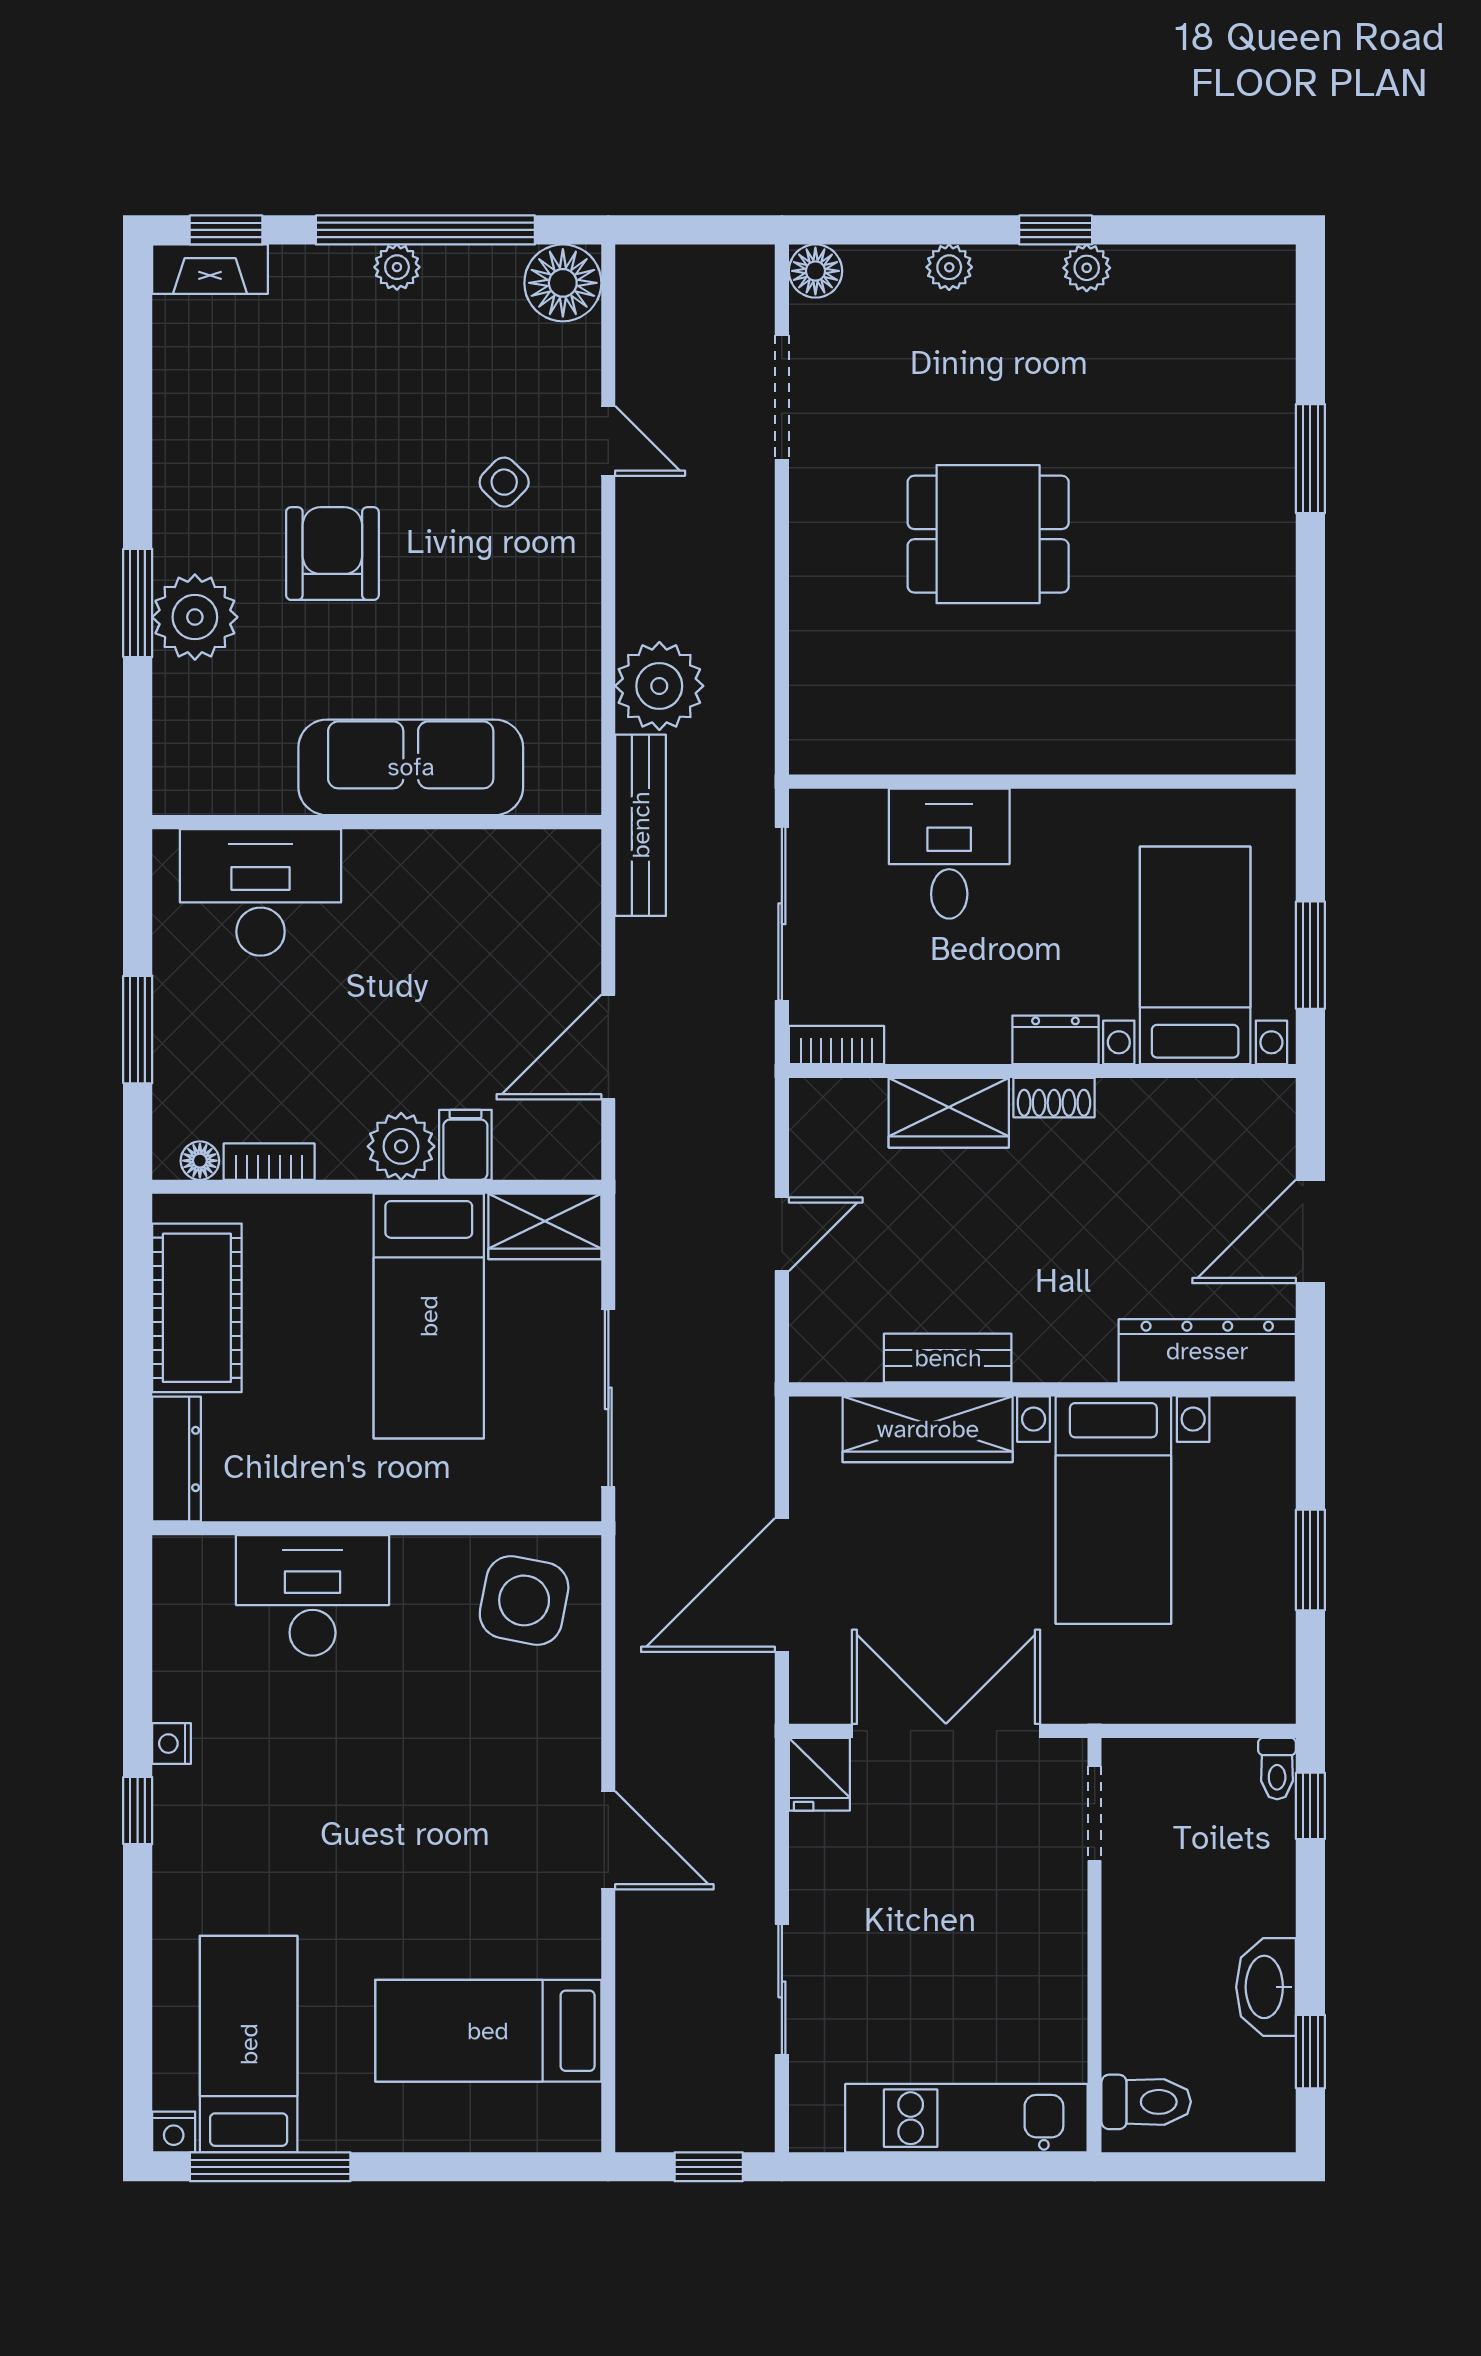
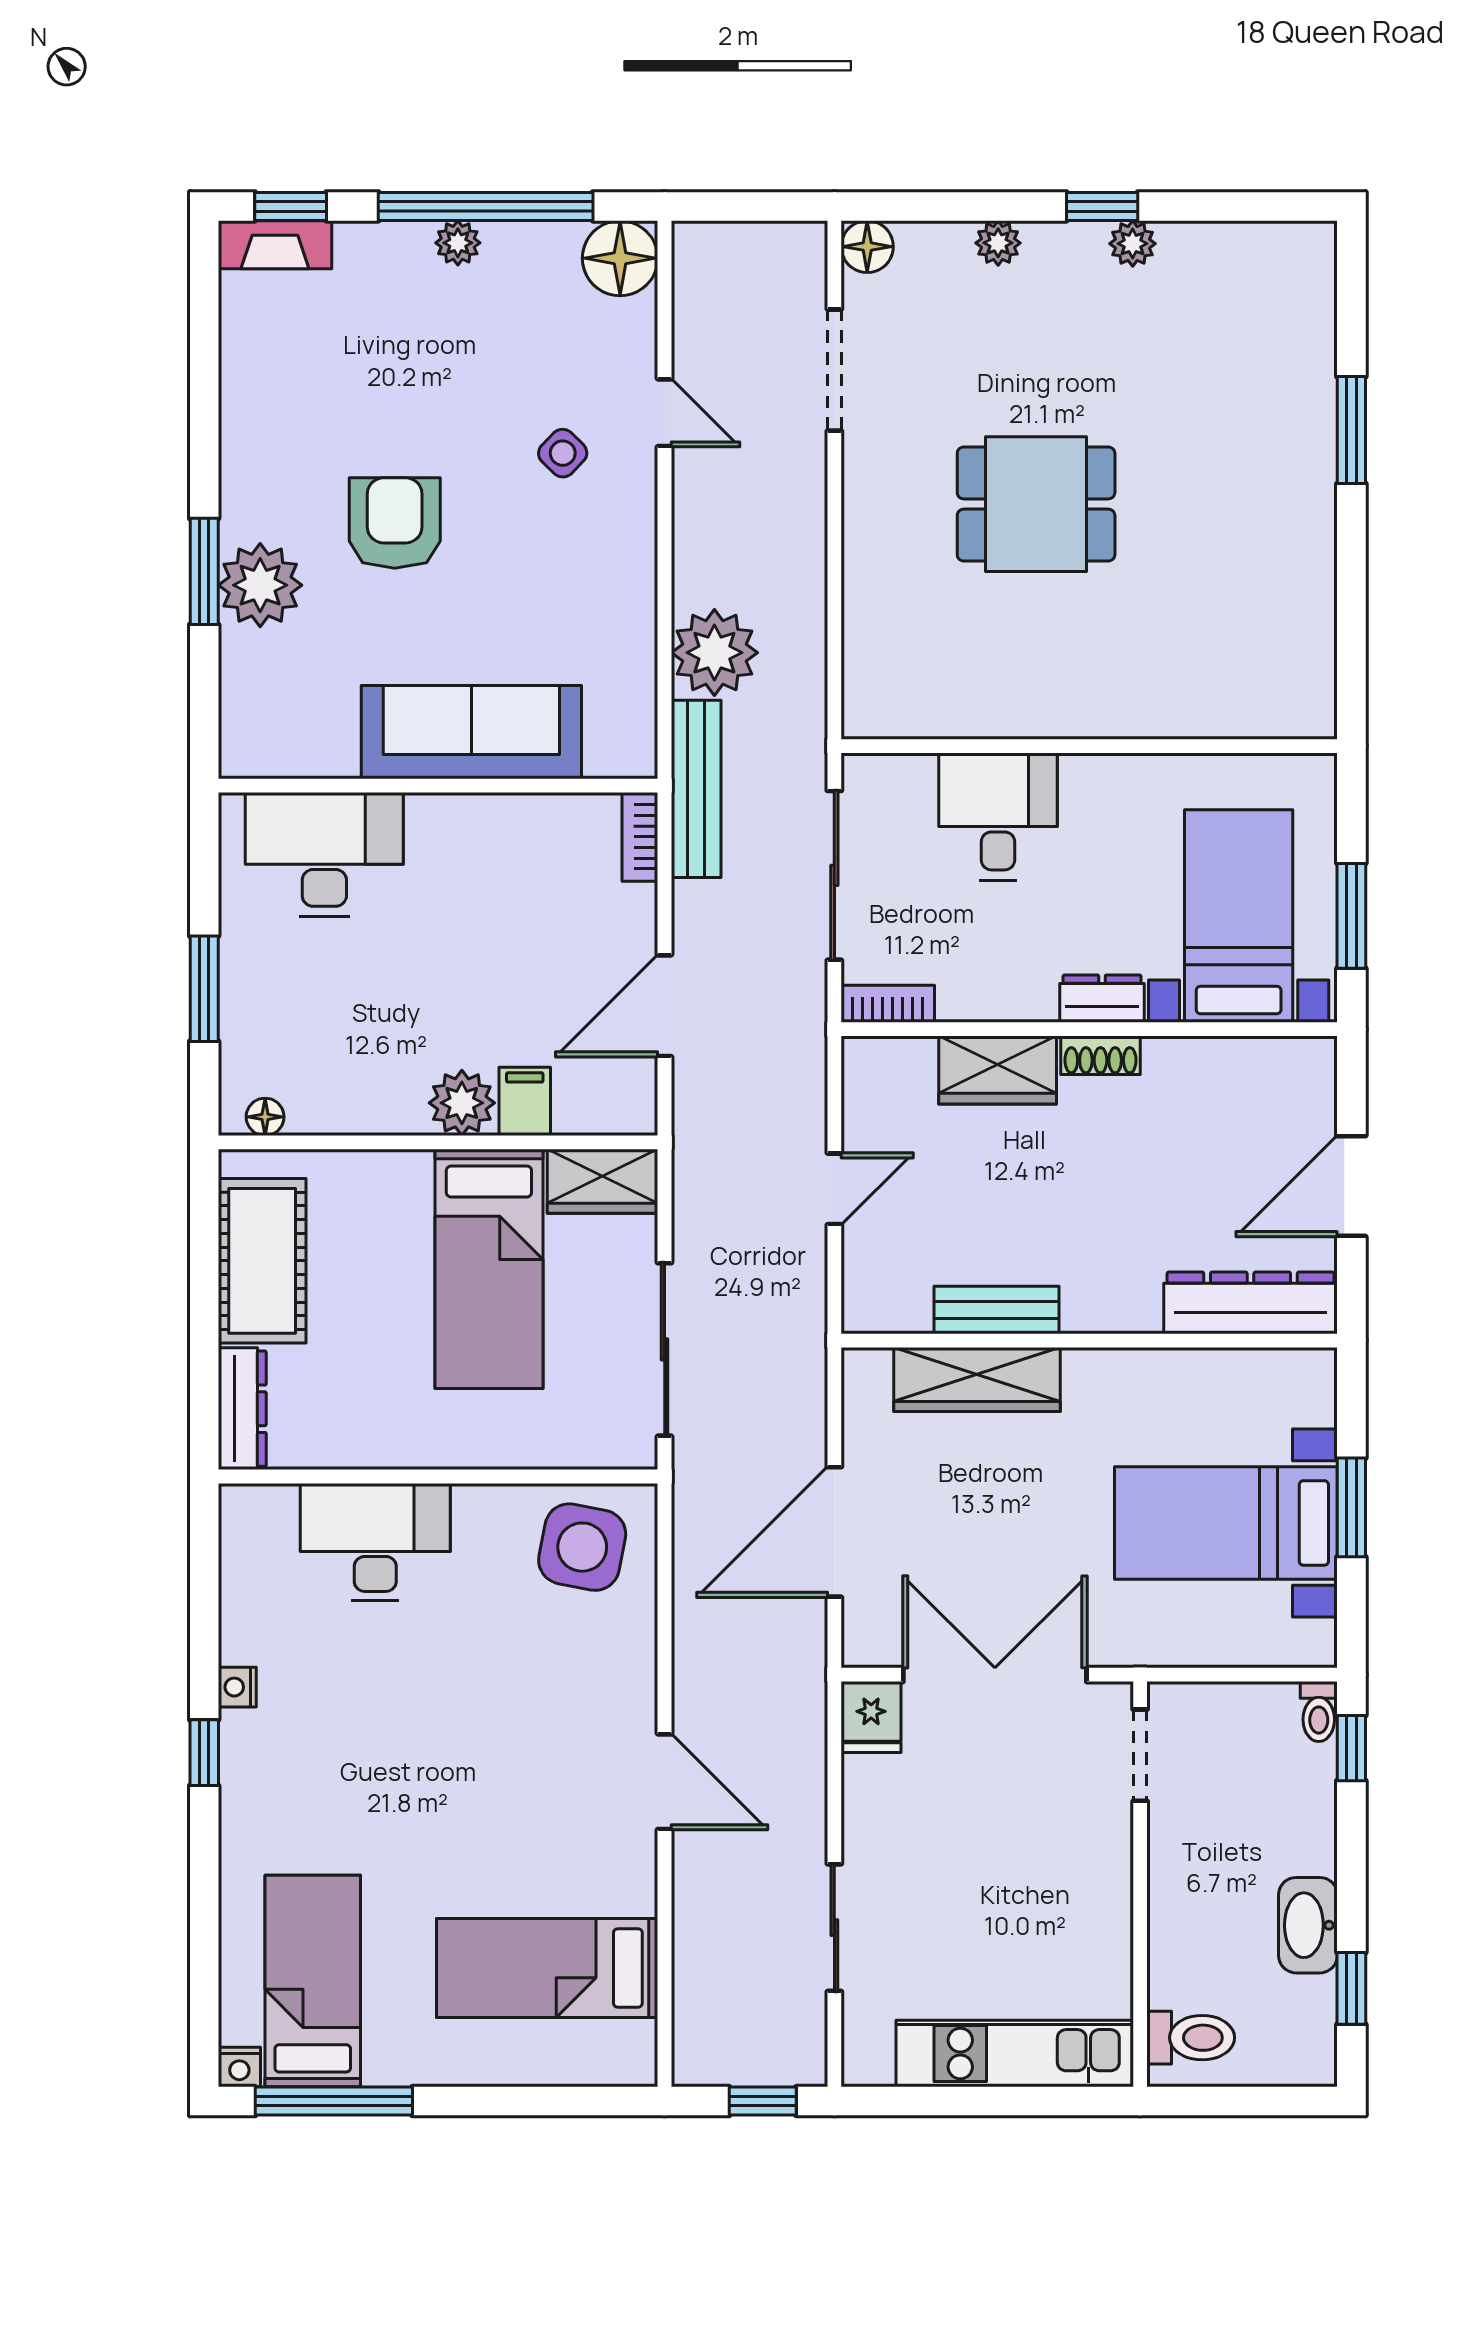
bookcase: (269, 1162) -> (640, 837), moved, turned -90
bed with nightstands: (1113, 1510) -> (1226, 1523), moved, turned 90

